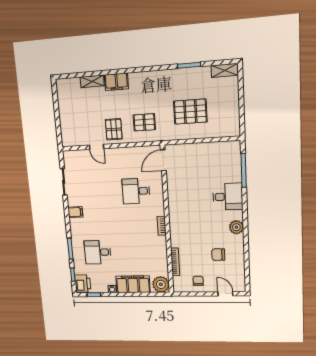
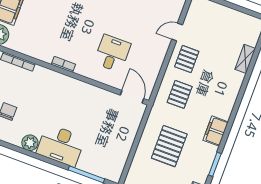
filing cabinet: (116, 82) -> (216, 131), moved
pallet: (114, 129) -> (187, 59), turned 90
desk: (228, 197) -> (61, 145), width x1.37

